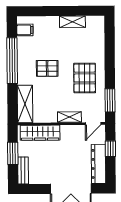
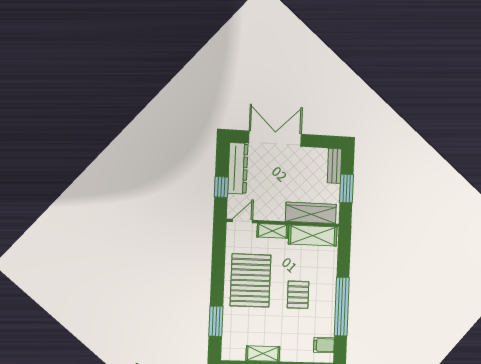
pallet: (47, 68) -> (298, 295), turned 90
pallet: (85, 78) -> (251, 280), width x1.37, depth x1.41
window: (110, 100) -> (216, 321), moved
shelving: (25, 104) -> (313, 235), moved, turned 90

